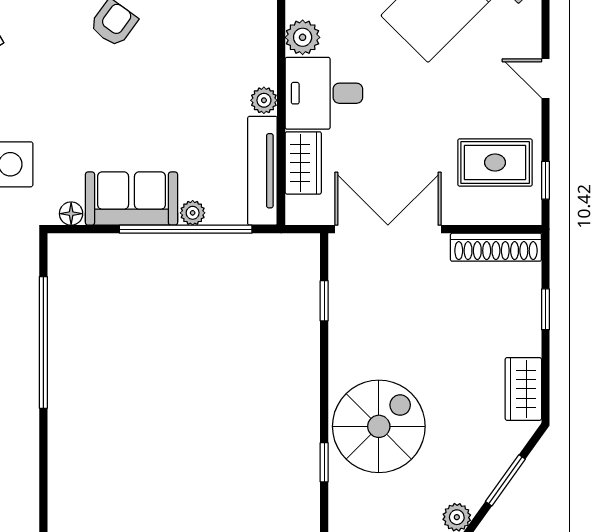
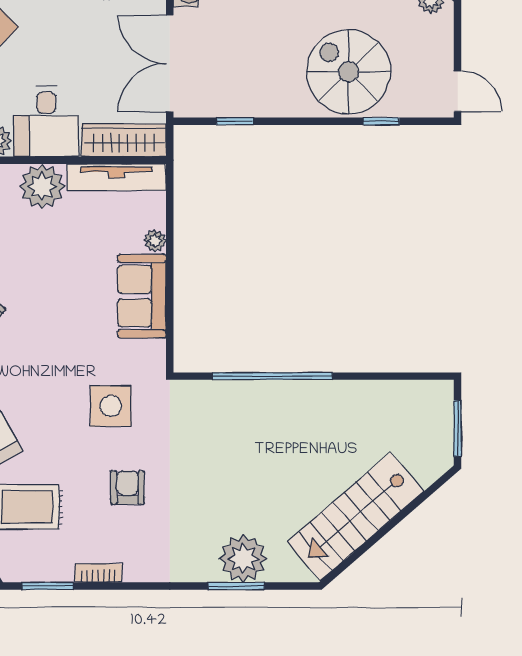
plant: (264, 100) -> (42, 187), width x1.88, depth x1.88
wardrobe: (303, 163) -> (124, 140), width x1.50
floor lamp: (71, 214) -> (156, 351), removed
window: (186, 229) -> (170, 247), removed

